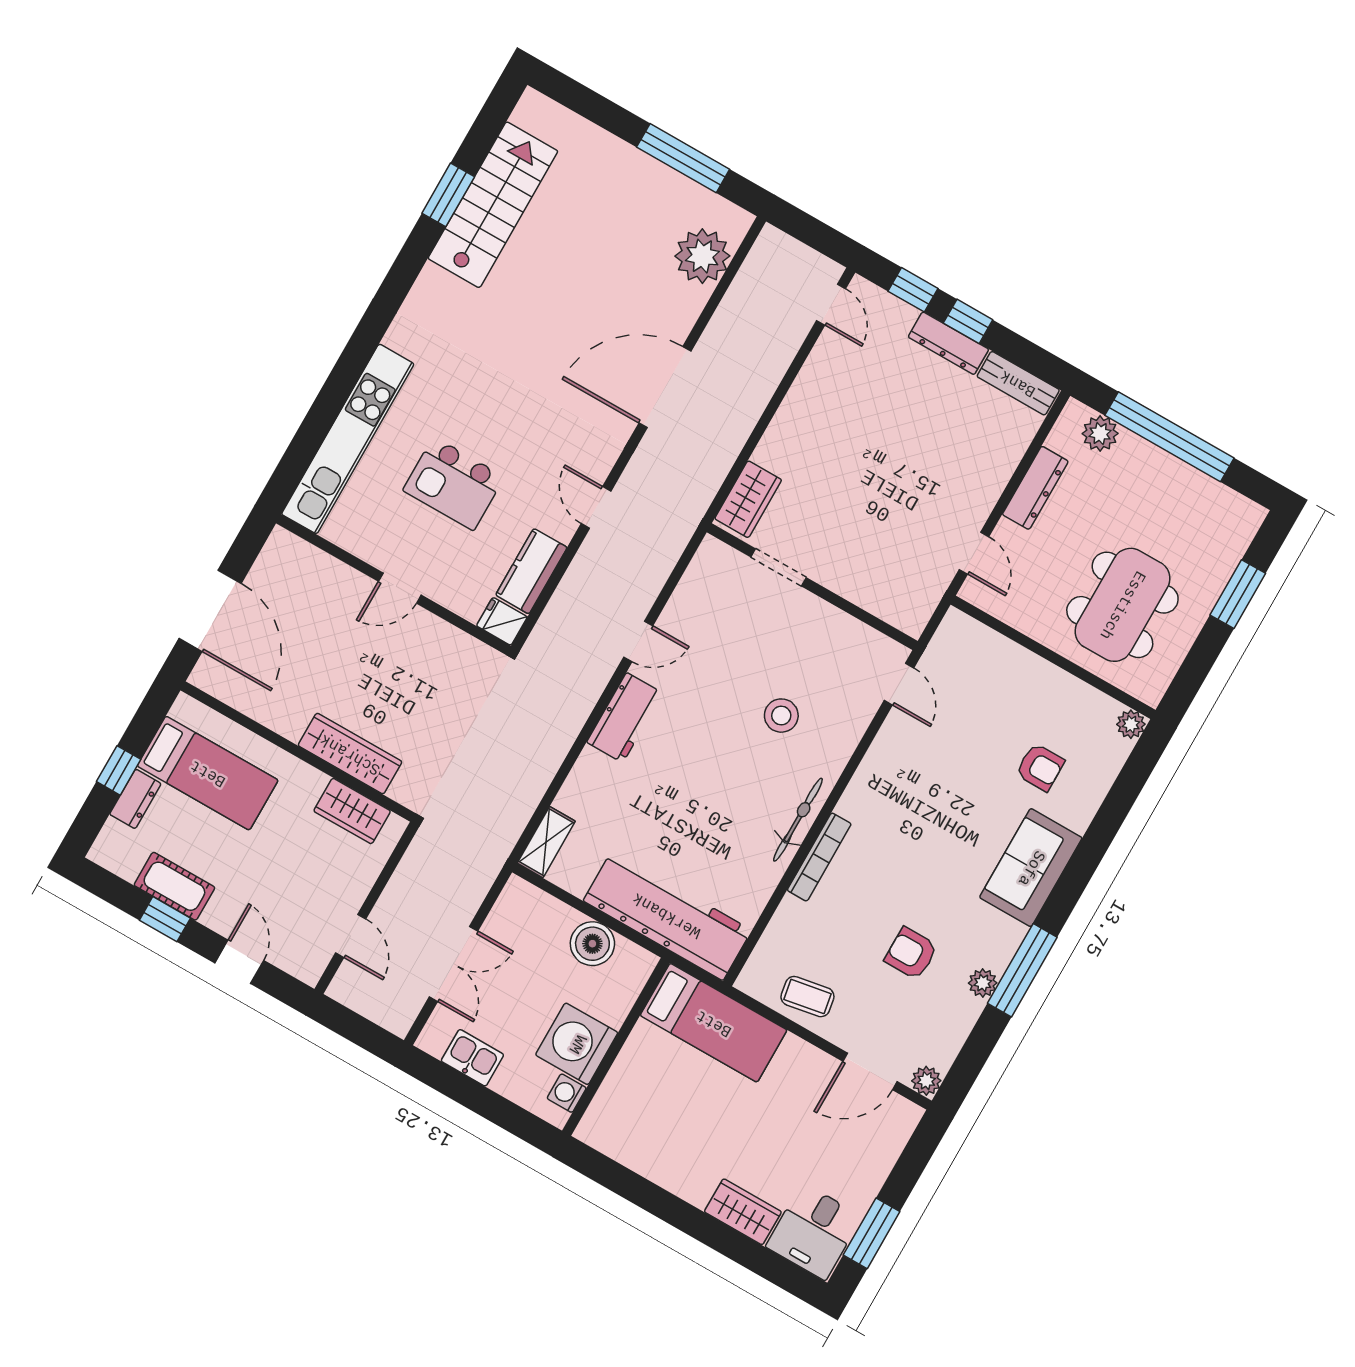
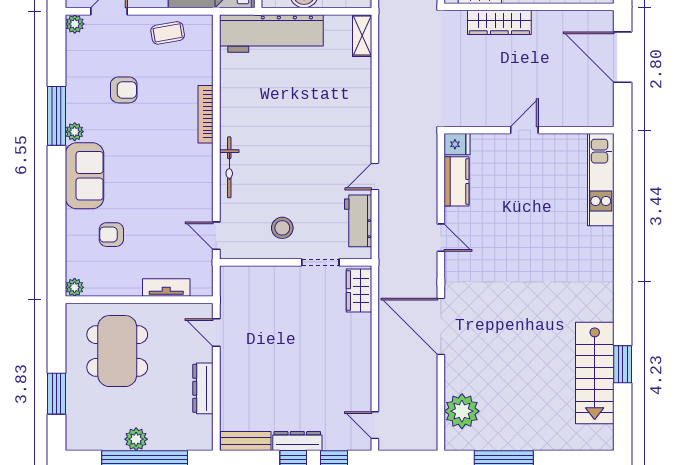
door: (665, 387) -> (441, 326), swing flipped
plant: (1100, 433) -> (136, 439), moved
kitchen unit: (348, 439) -> (601, 180), width x0.73
kitchen island: (454, 484) -> (528, 205), removed
tv unit: (1007, 653) -> (166, 287), added
stool: (781, 716) -> (282, 228), moved
workbench: (625, 718) -> (358, 221), moved
bicycle: (798, 820) -> (229, 167), moved
plant: (983, 983) -> (75, 132), moved

